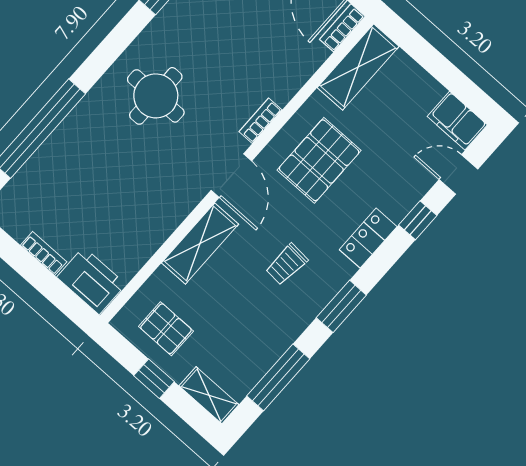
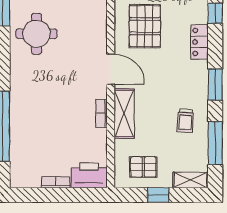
round table: (156, 96) -> (36, 34), moved
bookcase: (261, 121) -> (102, 113), moved
trolley: (287, 264) -> (185, 121), moved

